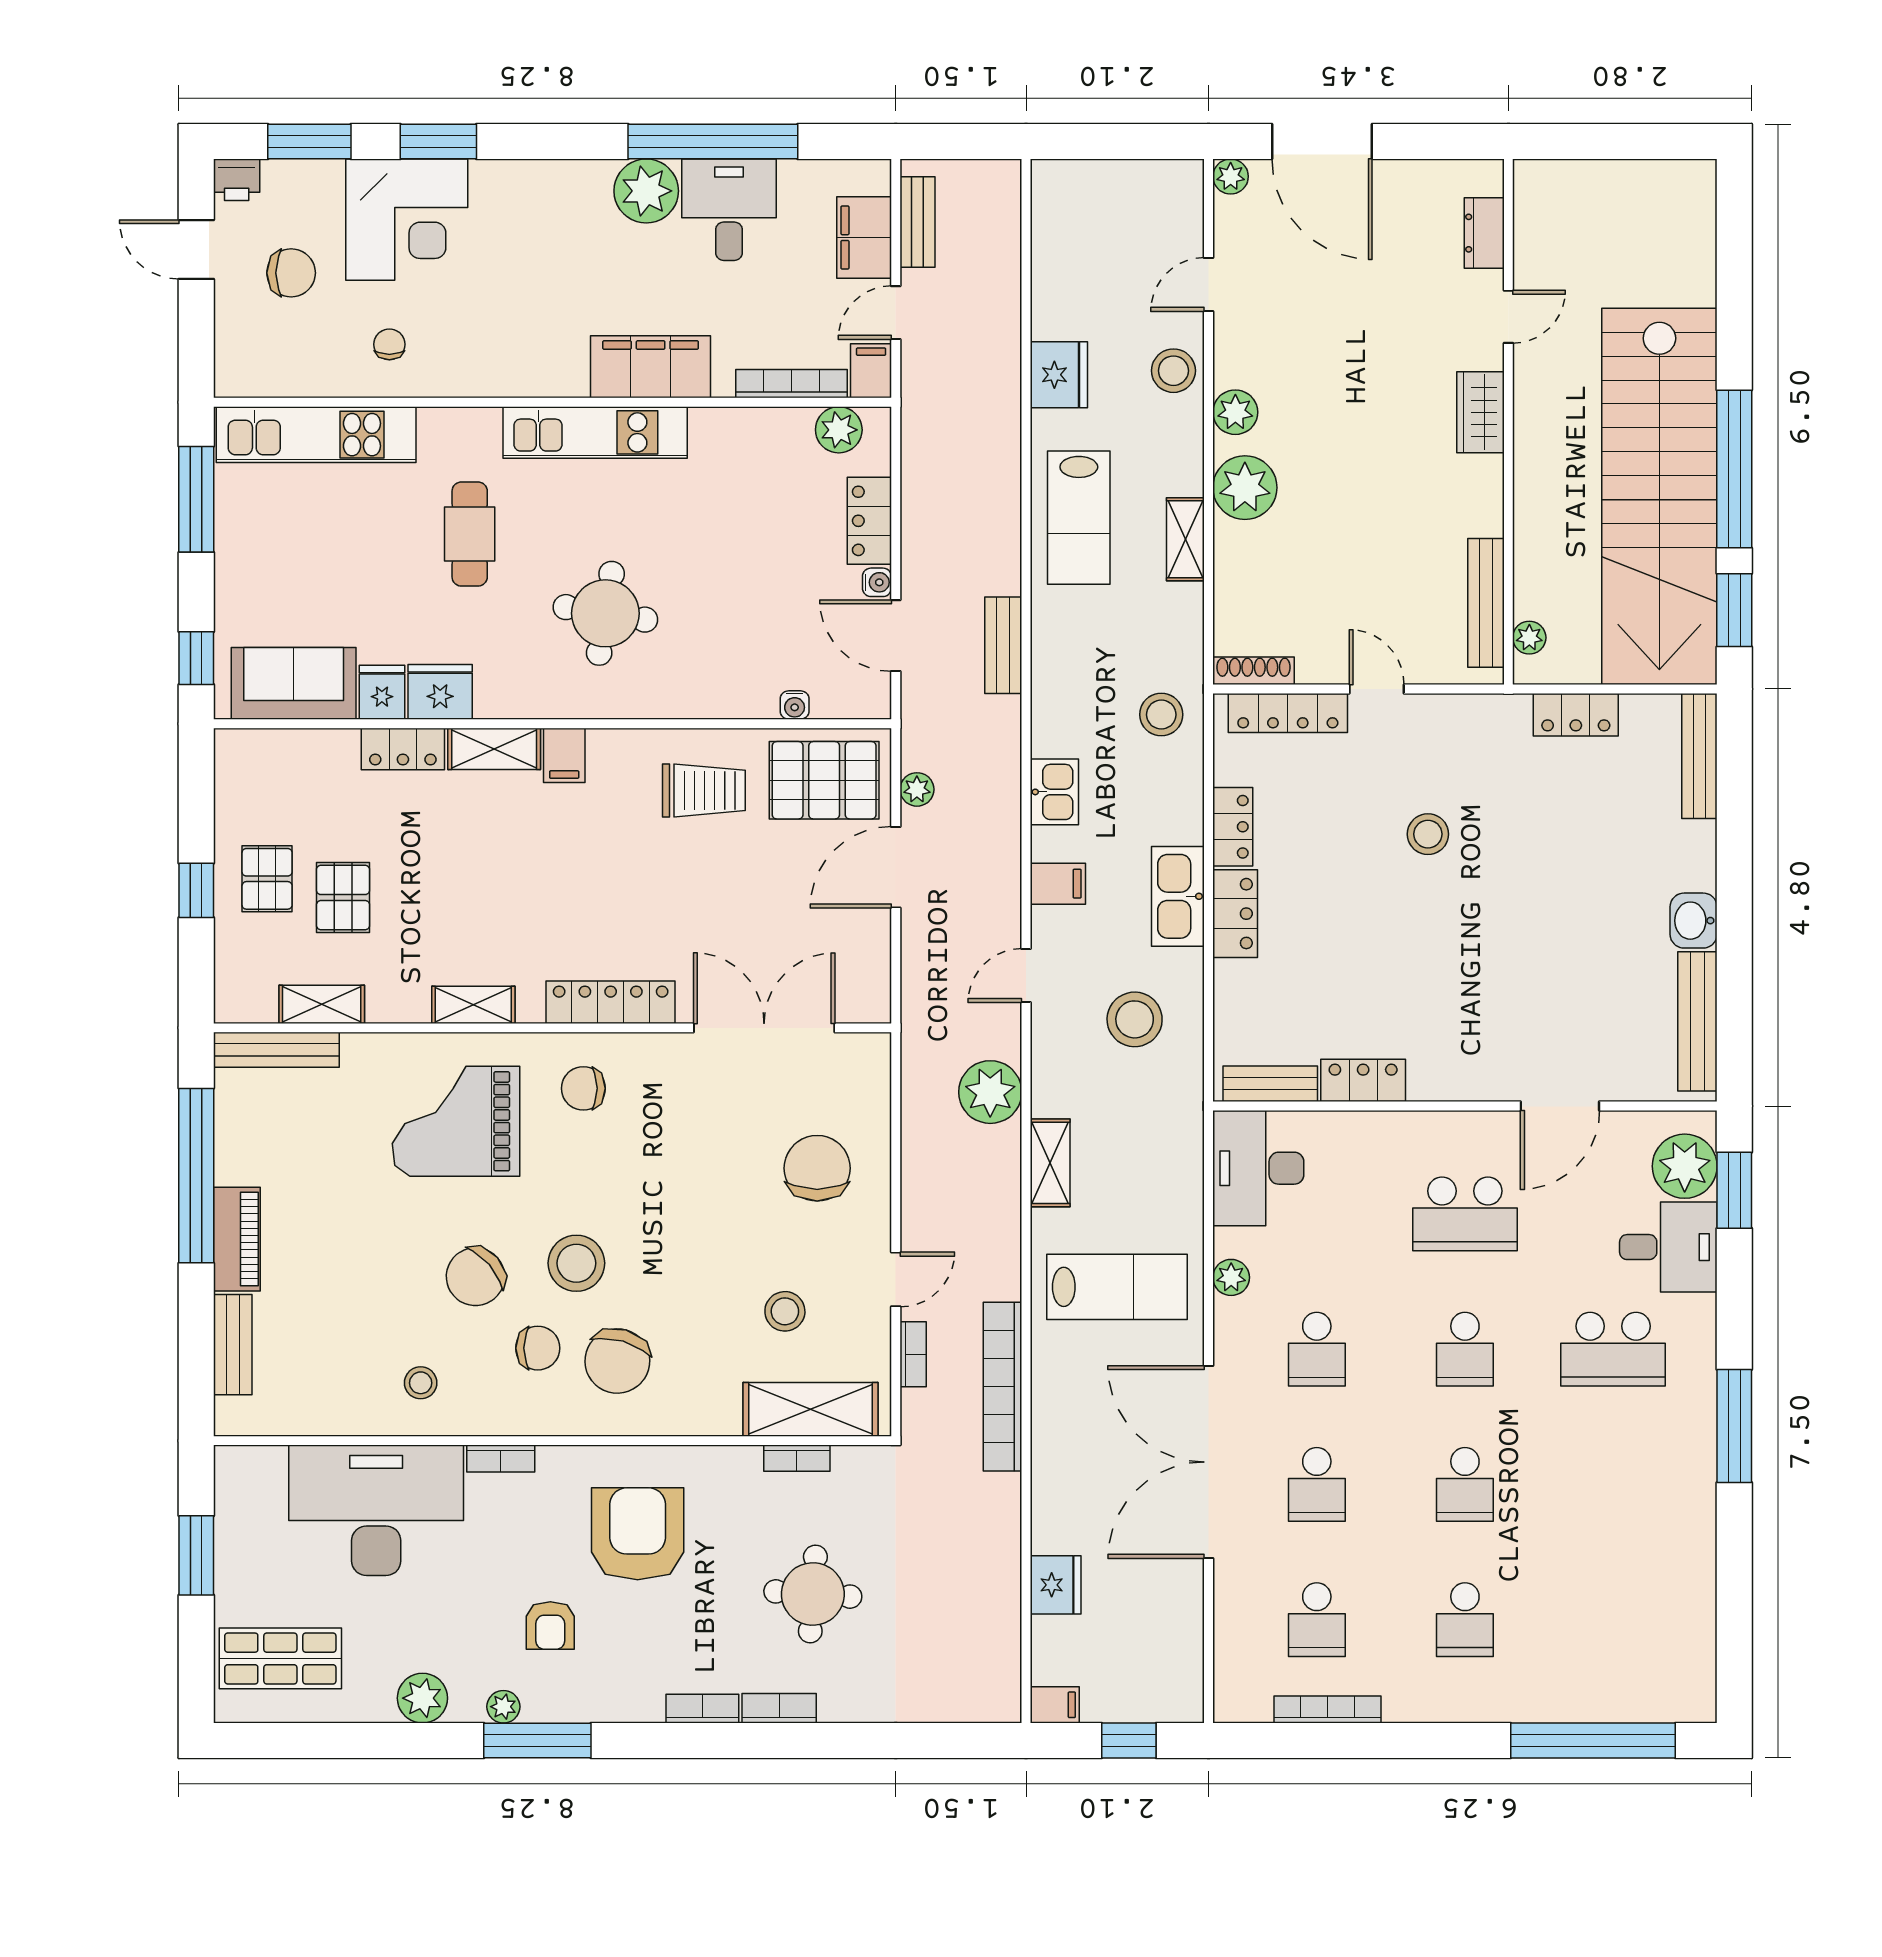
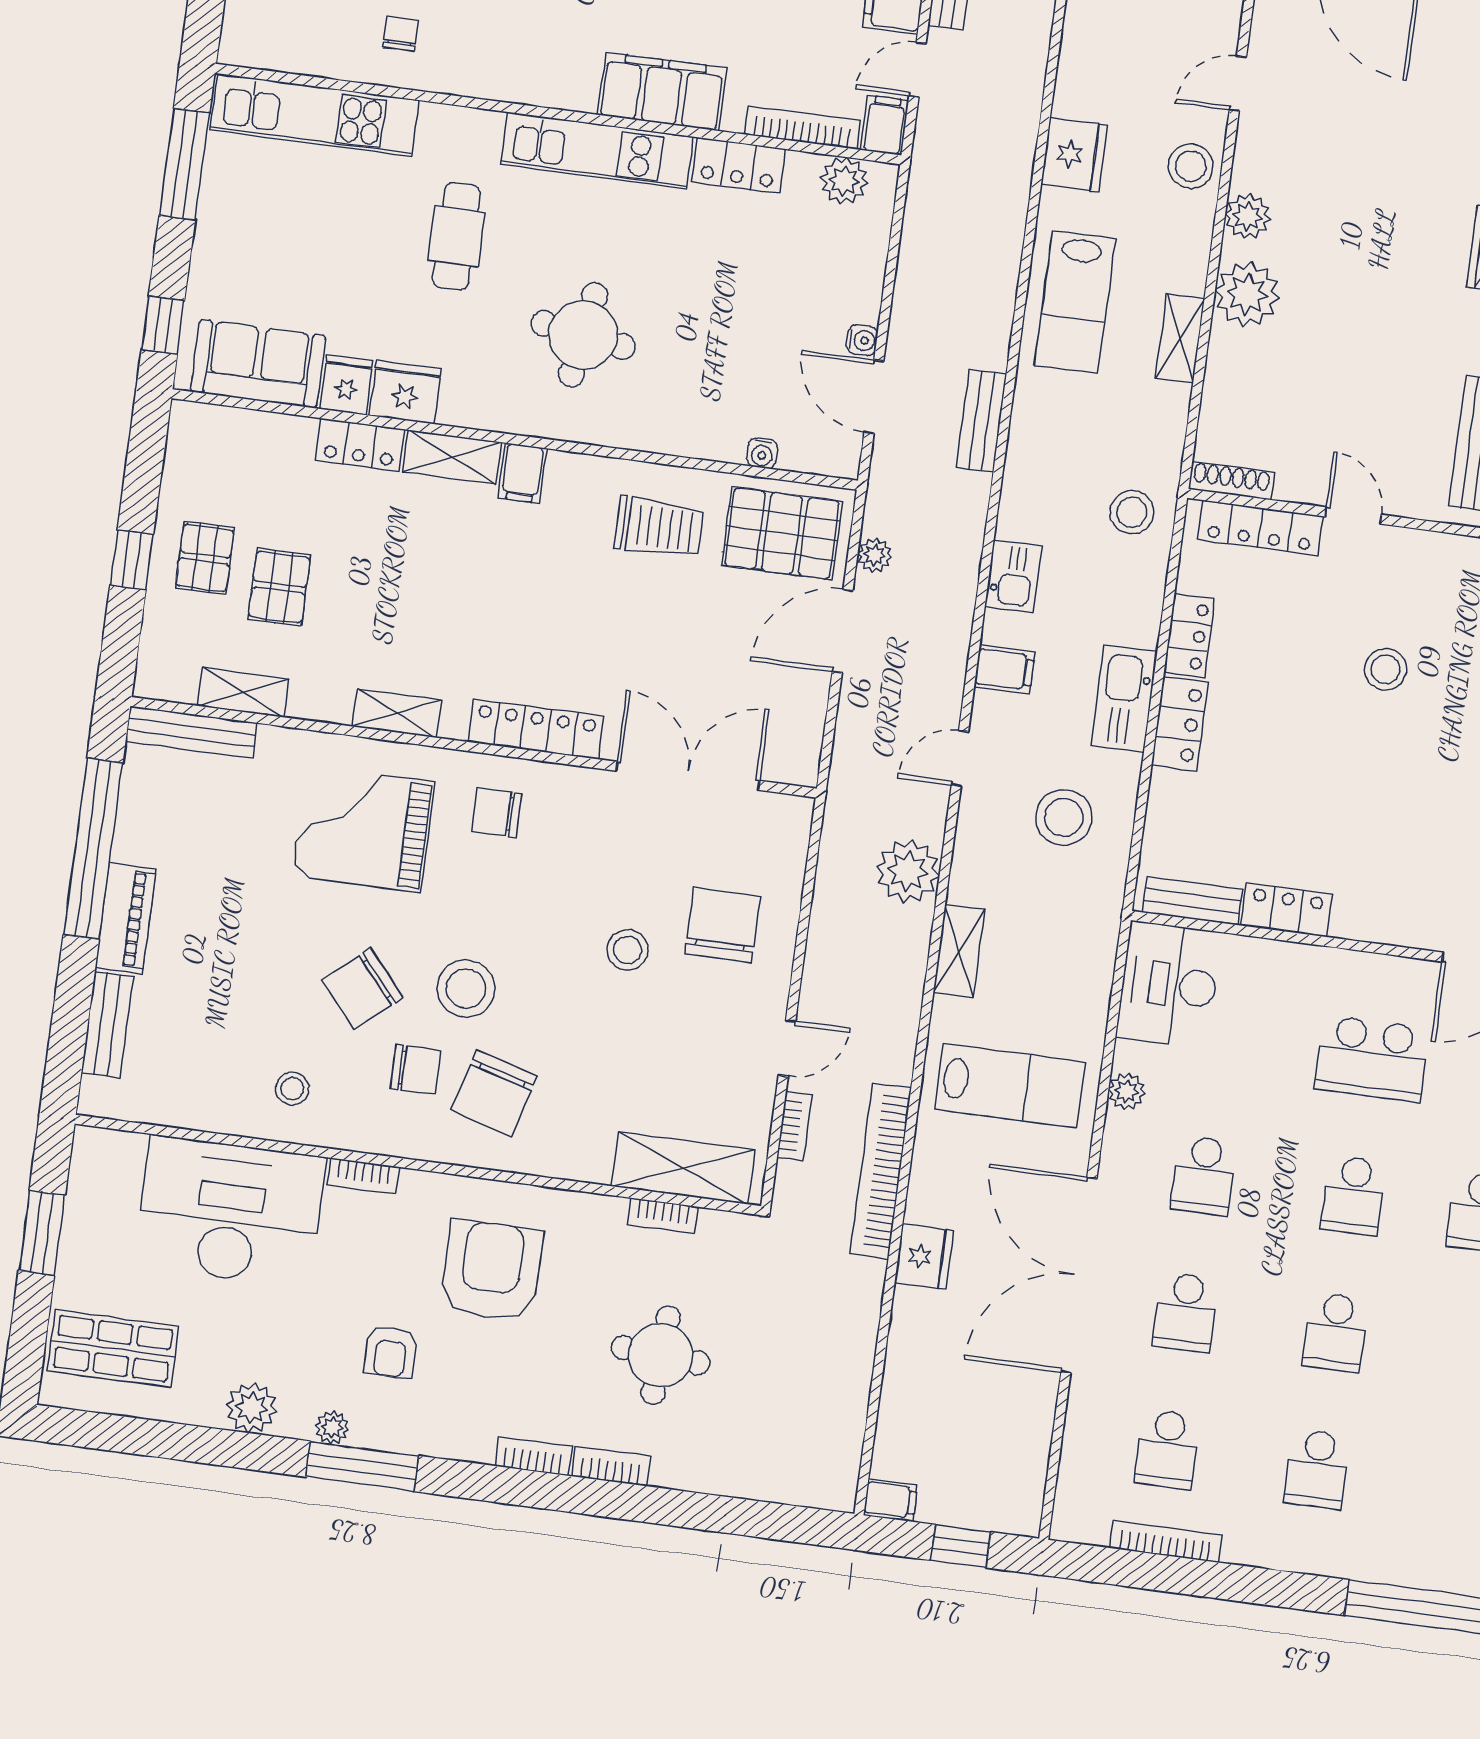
locker: (869, 521) -> (738, 165), moved, turned -90
stool: (785, 1311) -> (627, 950), moved
fridge: (1056, 1585) -> (924, 1257), moved

